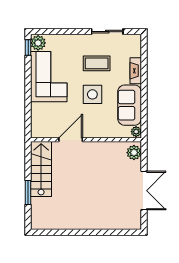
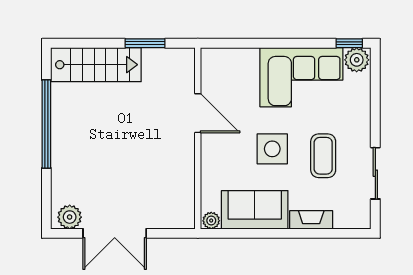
plant: (134, 153) -> (70, 217), moved
stairs: (41, 169) -> (96, 65), moved
window: (28, 192) -> (145, 43), moved
window: (77, 232) -> (46, 124), added

